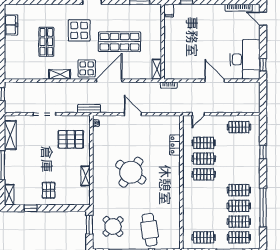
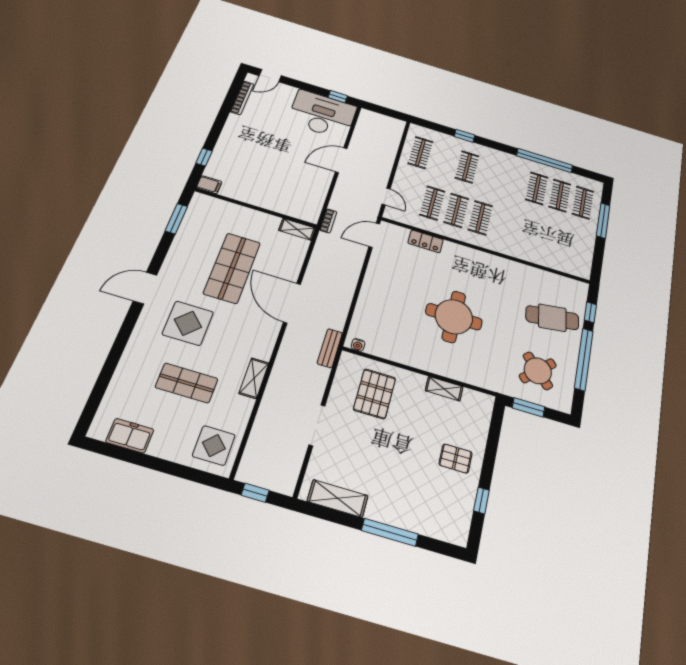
display table: (87, 68) -> (214, 445), moved
door: (133, 114) -> (374, 235), moved
round table: (131, 172) -> (454, 317), turned -35
clothes rail: (239, 190) -> (467, 167), moved
shelving: (9, 195) -> (449, 533), removed
clothes rail: (204, 237) -> (576, 247), removed

